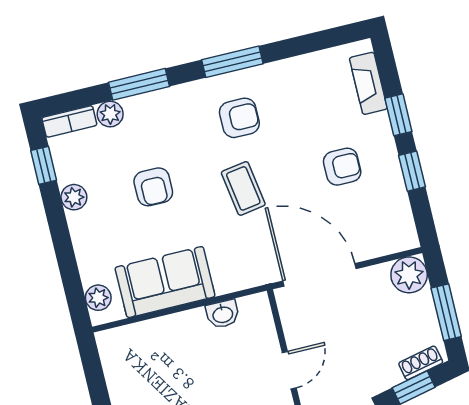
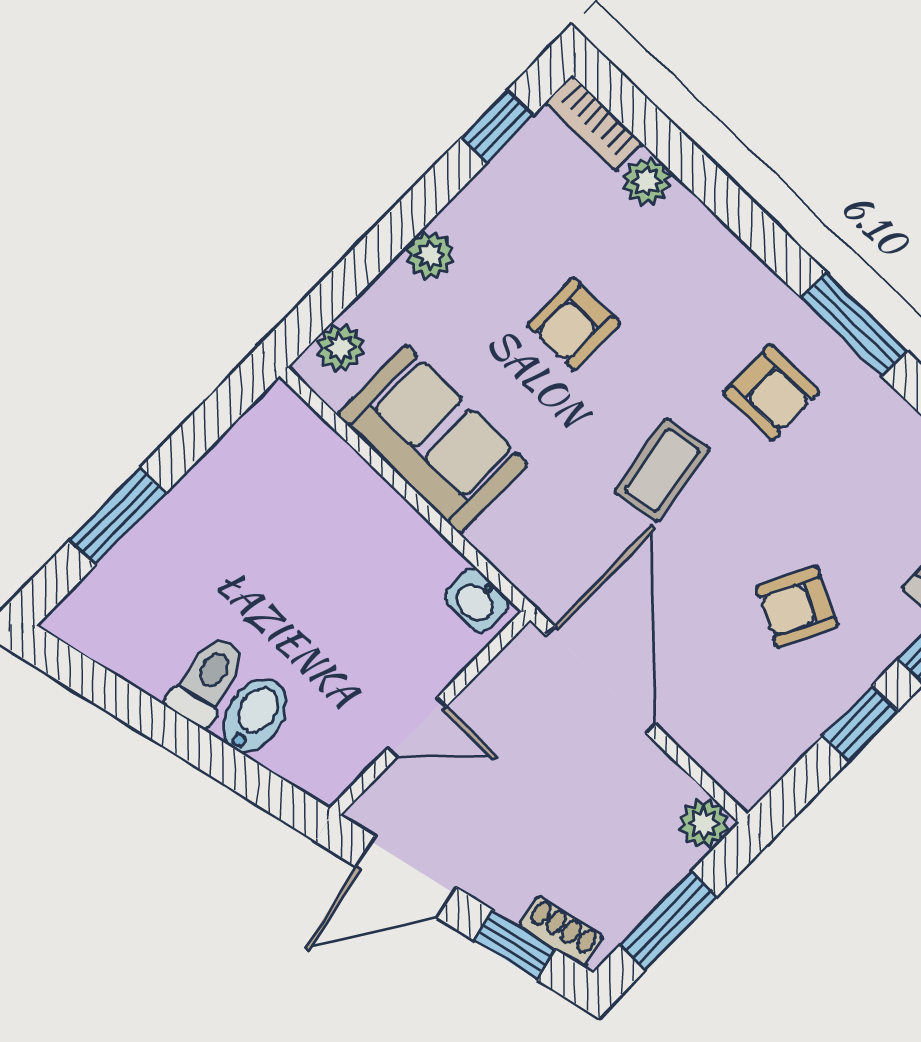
window: (139, 84) -> (724, 198), removed
armchair: (342, 167) -> (797, 607), turned 117
plant: (74, 197) -> (430, 255), moved
plant: (409, 275) -> (704, 823), width x0.73, depth x0.73
washbasin: (223, 314) -> (477, 600), moved

